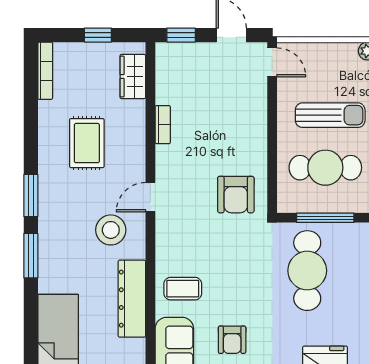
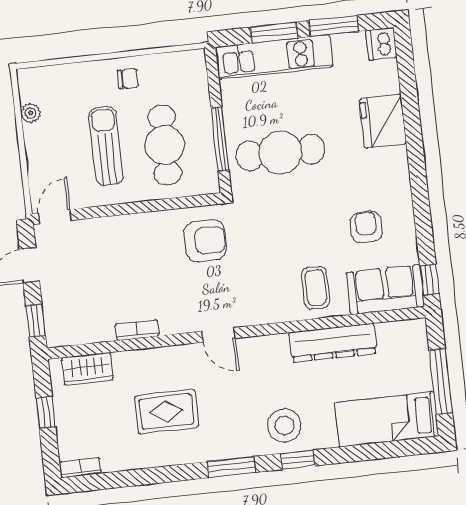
bookcase: (45, 71) -> (80, 468), width x0.64
stool: (111, 230) -> (284, 425), moved
window: (31, 256) -> (298, 460), width x0.67
armchair: (232, 340) -> (366, 227), turned -90

